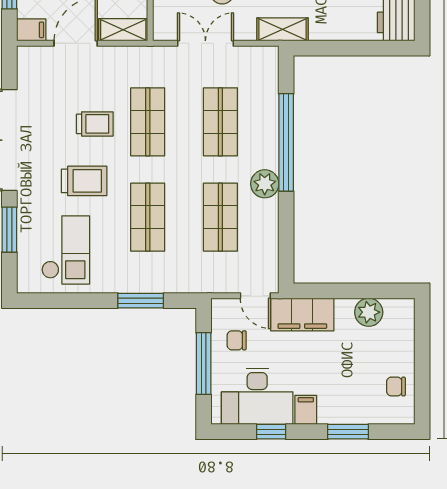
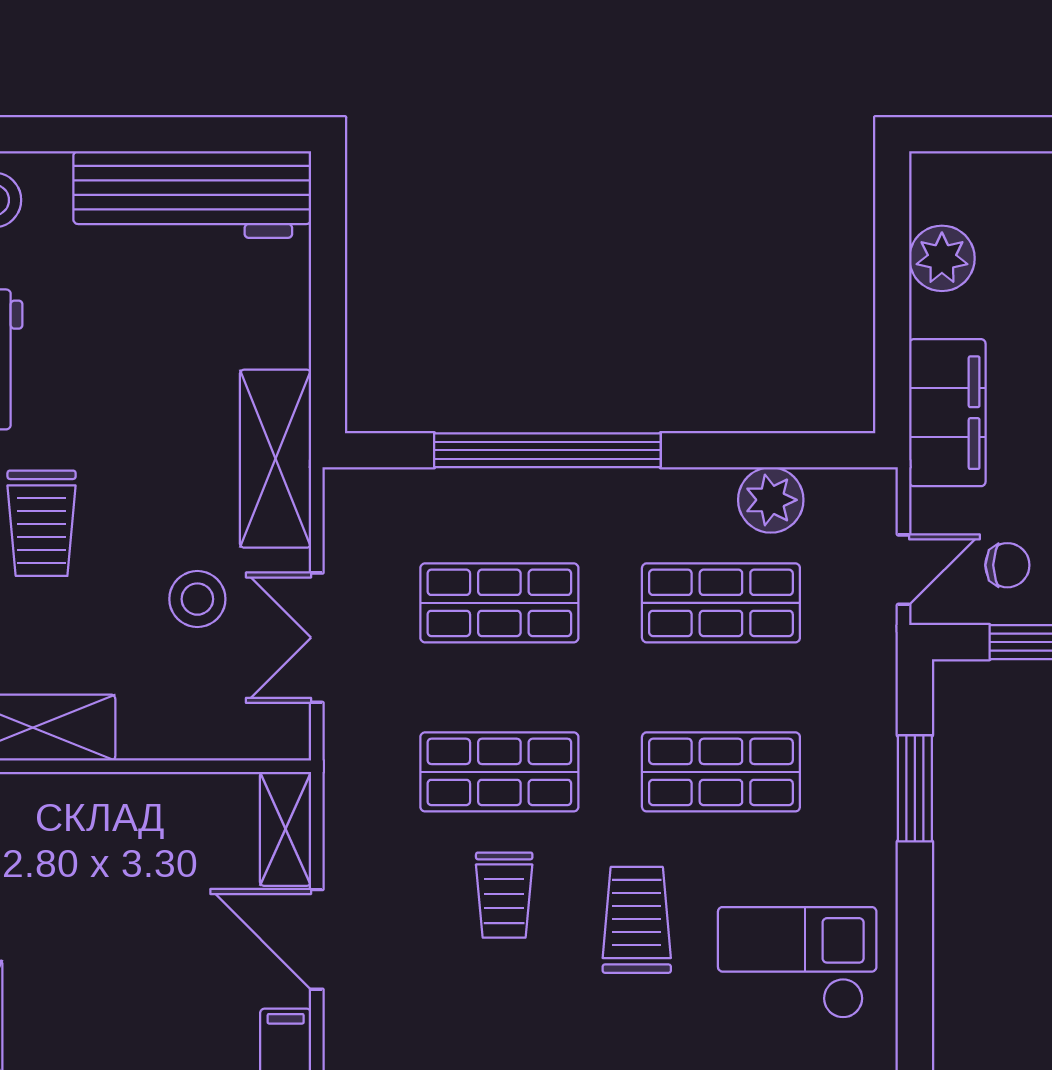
shelving: (283, 29) -> (275, 459), width x1.50, depth x1.33
trolley: (95, 124) -> (504, 895), turned 180
plant: (265, 184) -> (771, 500), moved
door: (255, 296) -> (904, 570), moved
chair: (237, 340) -> (1007, 565), turned -90

